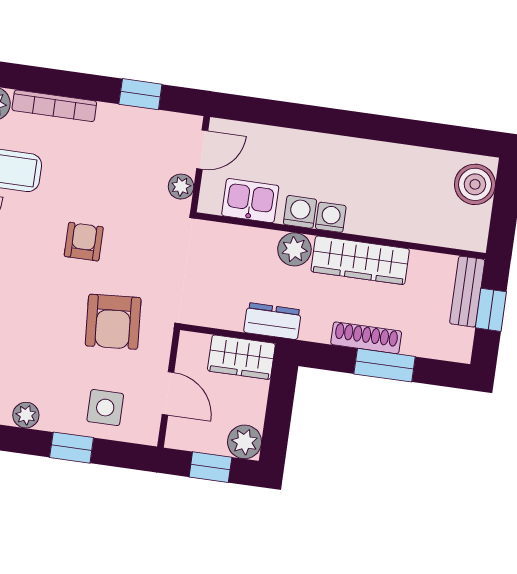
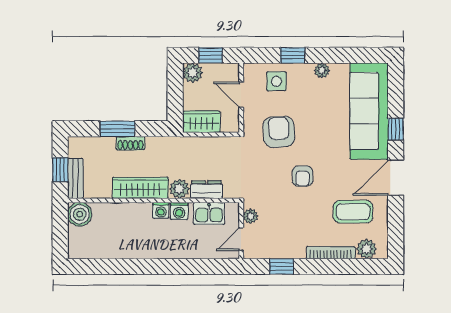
boiler: (475, 184) -> (80, 214), moved
dresser: (273, 321) -> (207, 190), moved, turned 180
shoe rack: (366, 338) -> (130, 143), width x0.70

